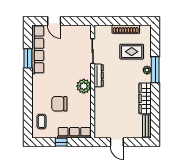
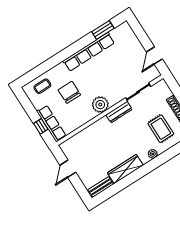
door: (54, 21) -> (154, 55), moved
row of seats: (38, 49) -> (89, 52), moved
window: (28, 58) -> (103, 30), moved
window: (155, 70) -> (158, 161), removed
window: (61, 142) -> (41, 126), moved

